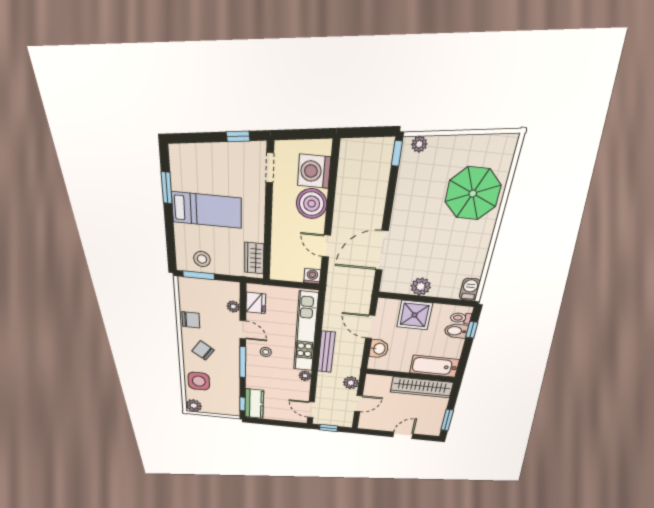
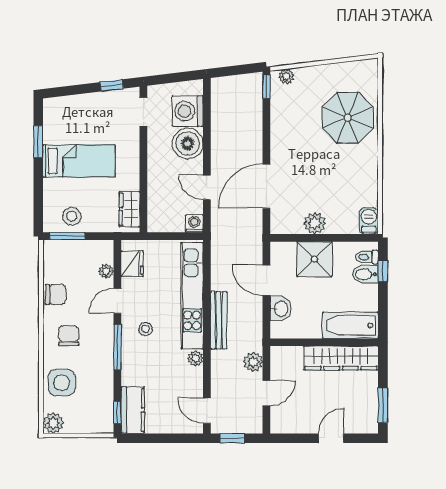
door: (243, 330) -> (117, 301), swing flipped
chair: (203, 350) -> (69, 336), turned 55

